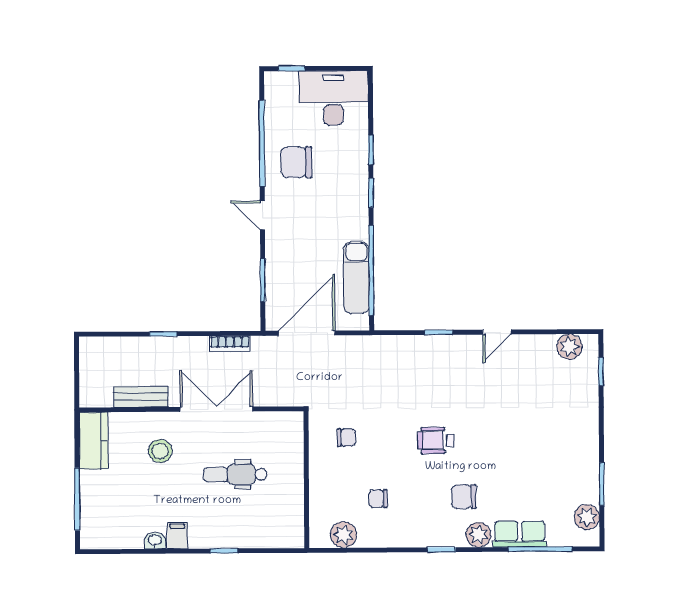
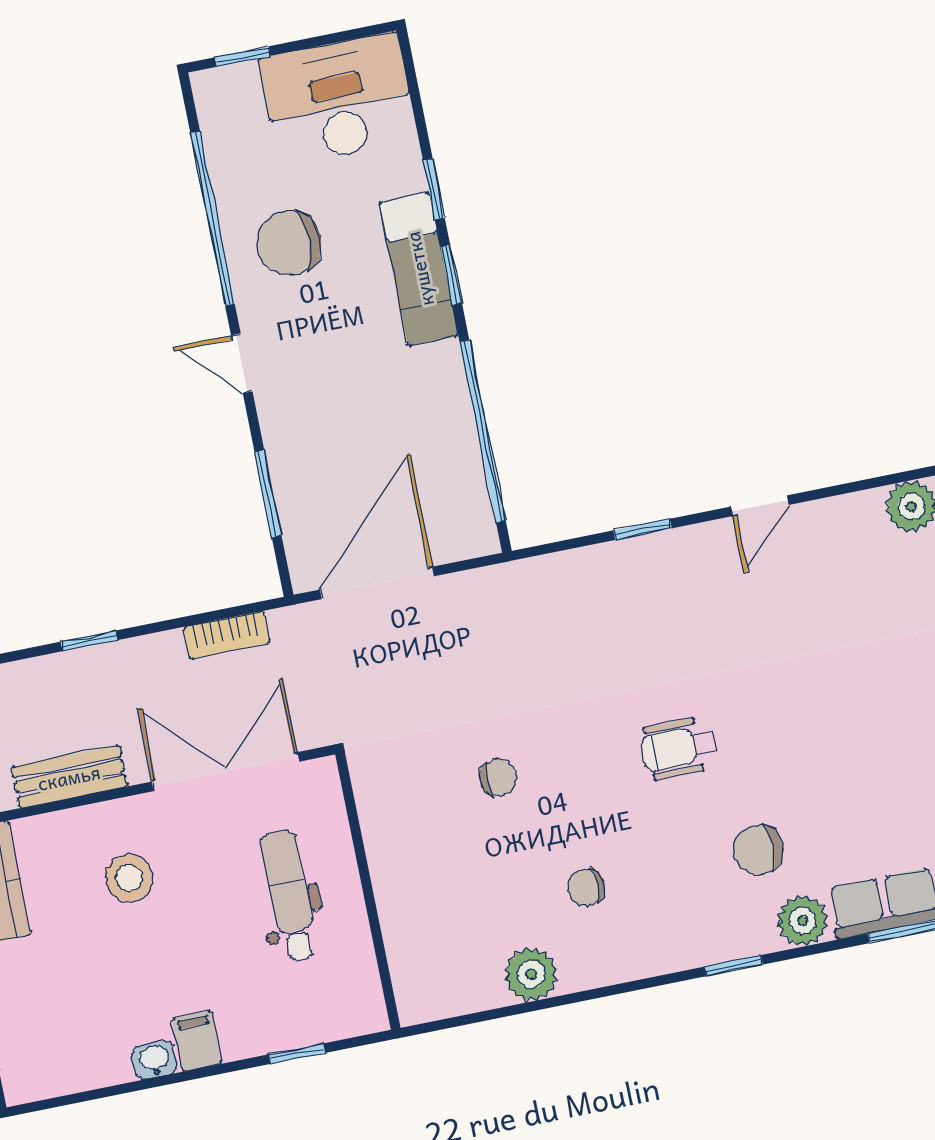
exam couch: (356, 278) -> (419, 269), moved
dental chair: (235, 474) -> (289, 896), turned 90
wall: (306, 480) -> (368, 891), moved

